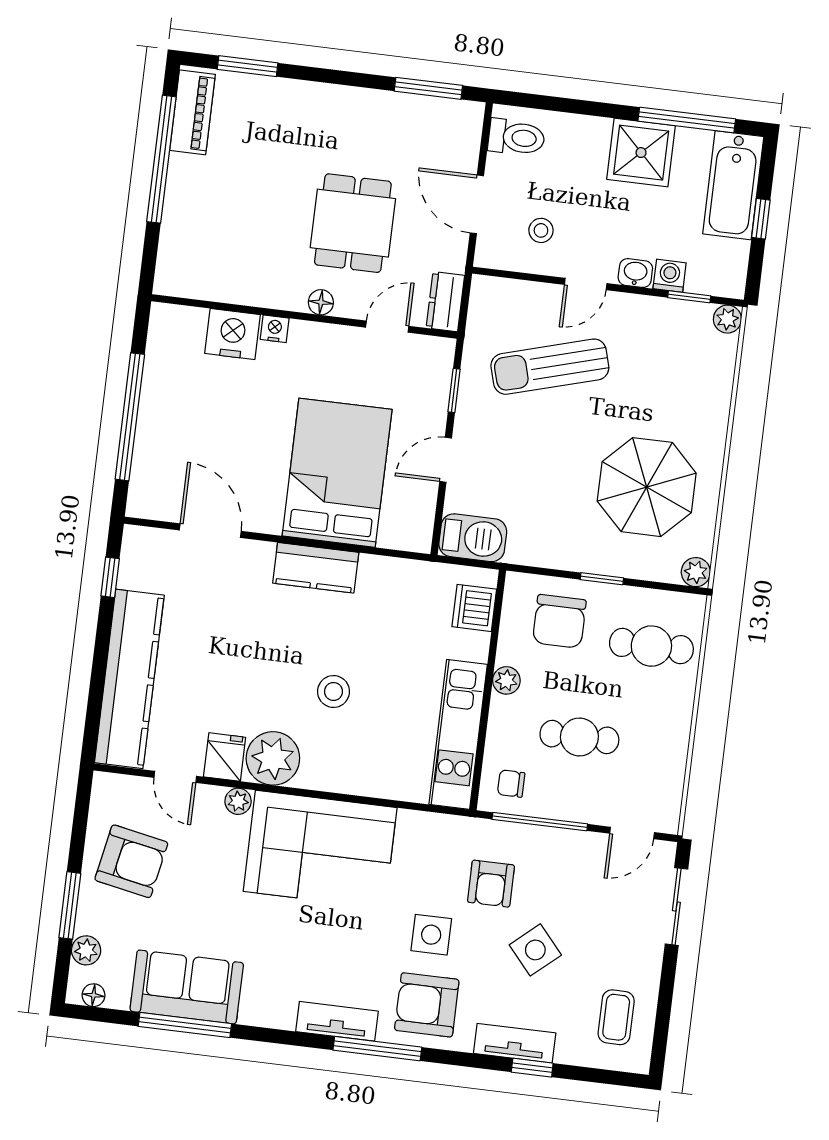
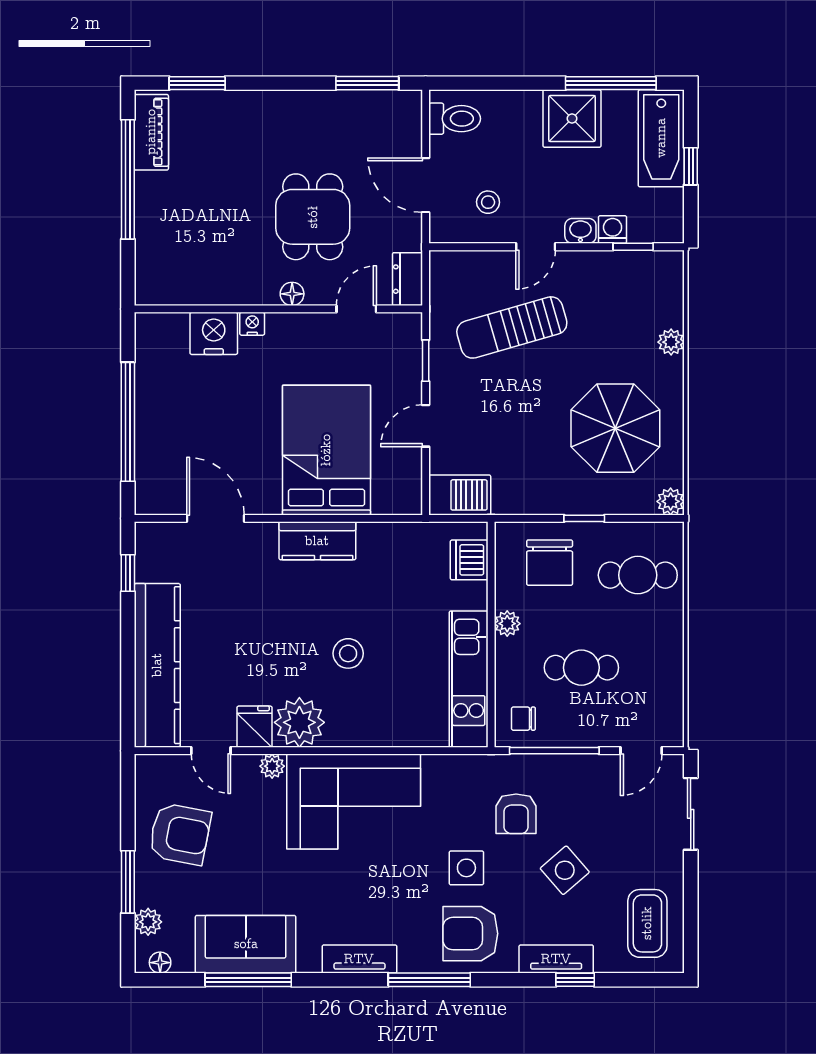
plant: (727, 319) -> (671, 342), moved
coffee table: (616, 1017) -> (647, 923), width x1.36, depth x1.30
tv unit: (337, 1021) -> (359, 959), moved

